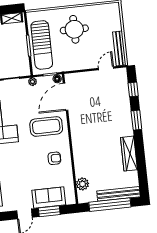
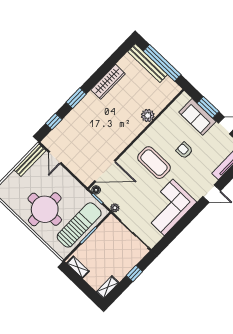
round table: (74, 29) -> (45, 209), width x1.36, depth x1.36
door: (106, 68) -> (55, 158), hinge flipped
coffee table: (46, 126) -> (154, 163), moved
armchair: (54, 158) -> (184, 150), moved
plant: (82, 184) -> (148, 116), moved

